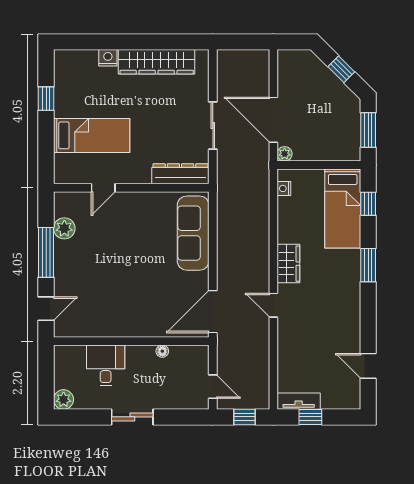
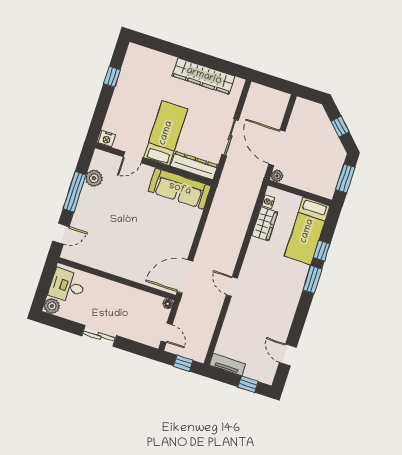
nightstand: (108, 58) -> (107, 139), moved, turned 180
bed: (92, 135) -> (166, 133), moved, turned -90
window: (368, 204) -> (322, 251), moved
sofa: (193, 233) -> (180, 189), moved, turned -90
wardrobe: (288, 264) -> (265, 224), moved
floor lamp: (162, 351) -> (168, 304), moved
desk: (106, 365) -> (67, 286), moved, turned -90
window: (310, 417) -> (248, 384), moved

